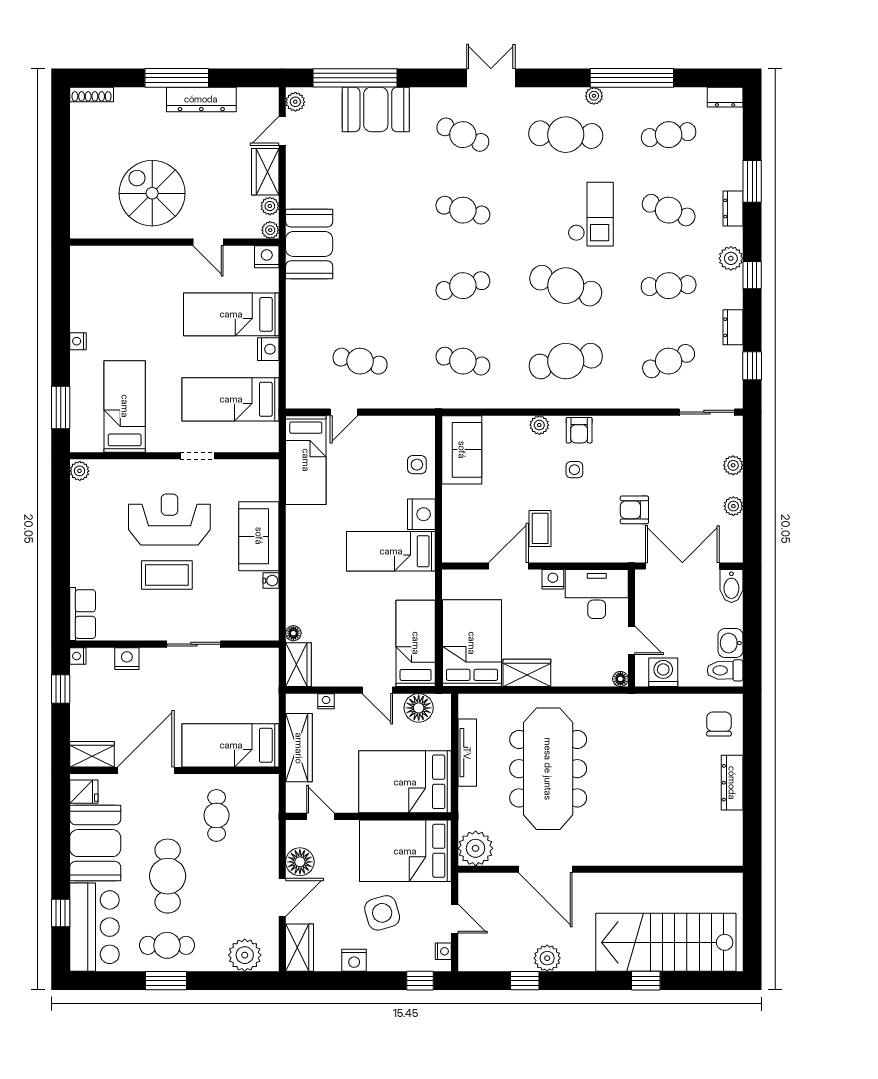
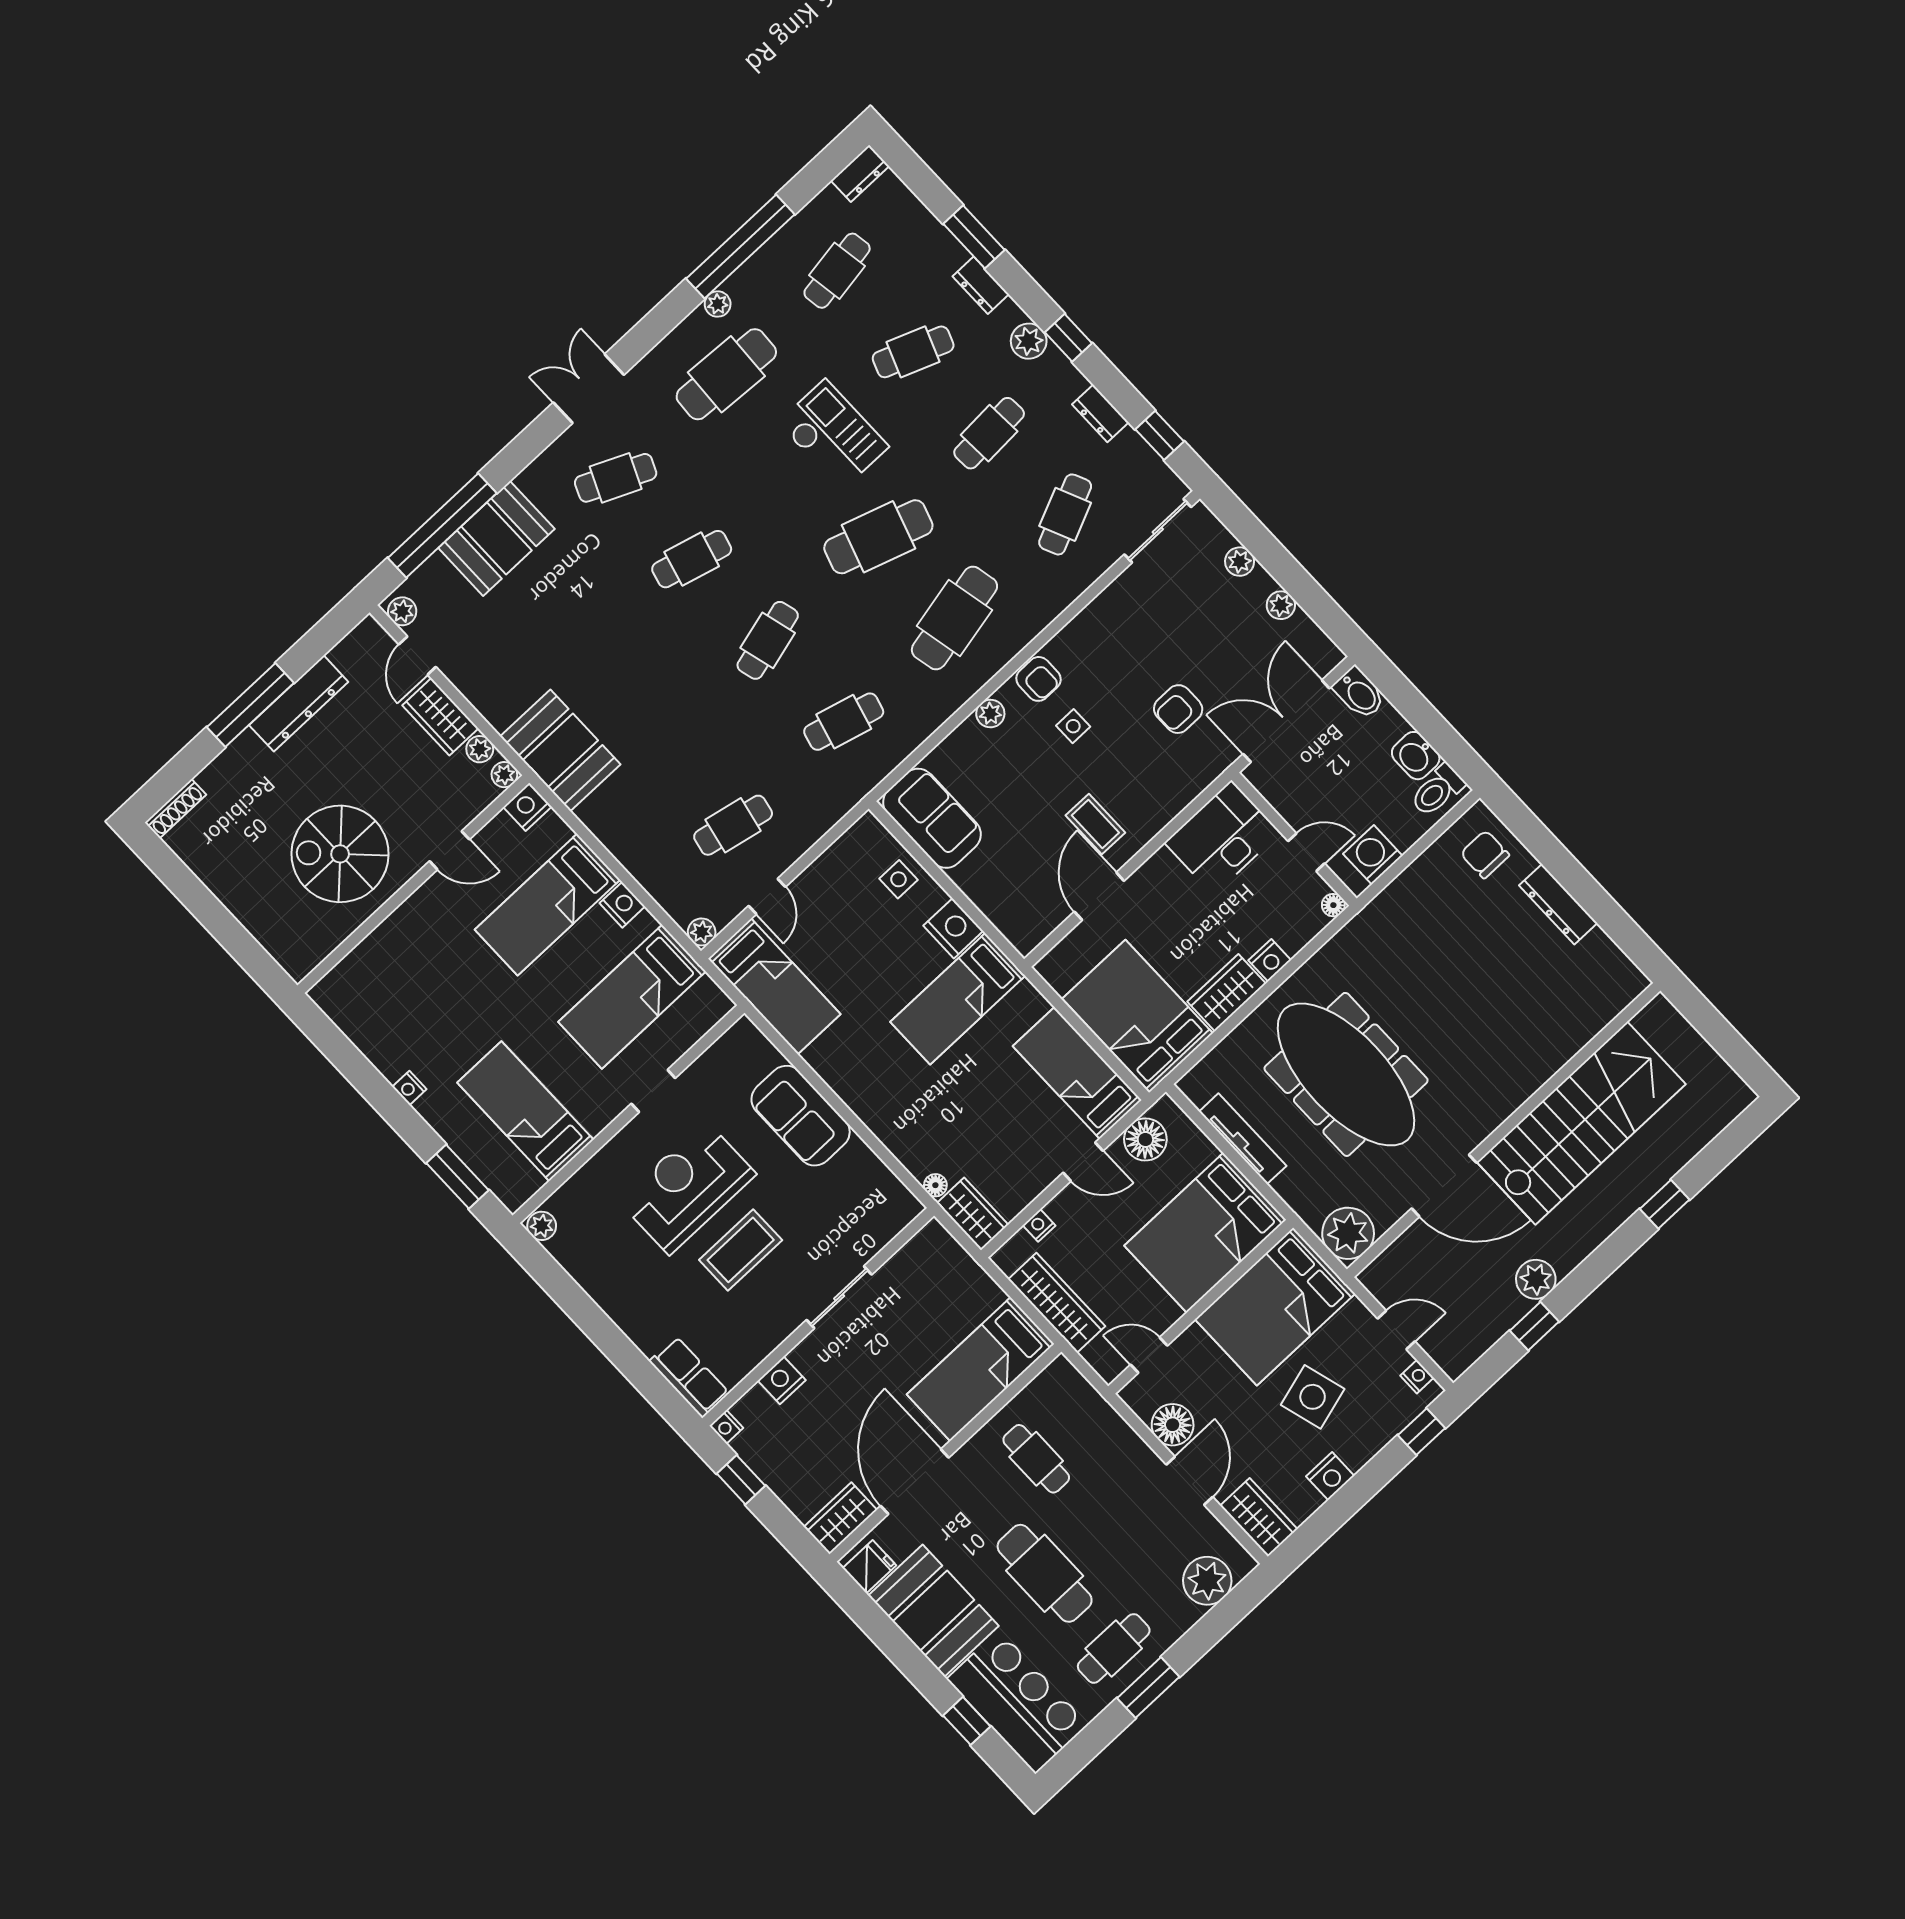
plant: (295, 399) -> (702, 932), added
nightstand: (553, 579) -> (1270, 960), moved, turned 180
water cooler: (271, 581) -> (858, 1151), removed
stairs: (666, 942) -> (1581, 1123), moved, turned 180

